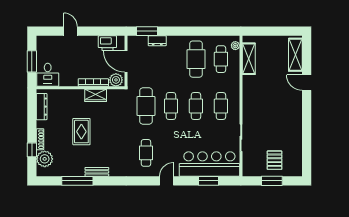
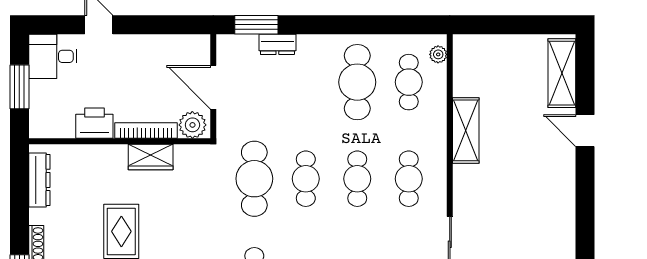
printer: (107, 43) -> (94, 123), moved, turned 180
shelving: (249, 59) -> (466, 130), moved
desk: (48, 75) -> (53, 56), moved, turned 90

